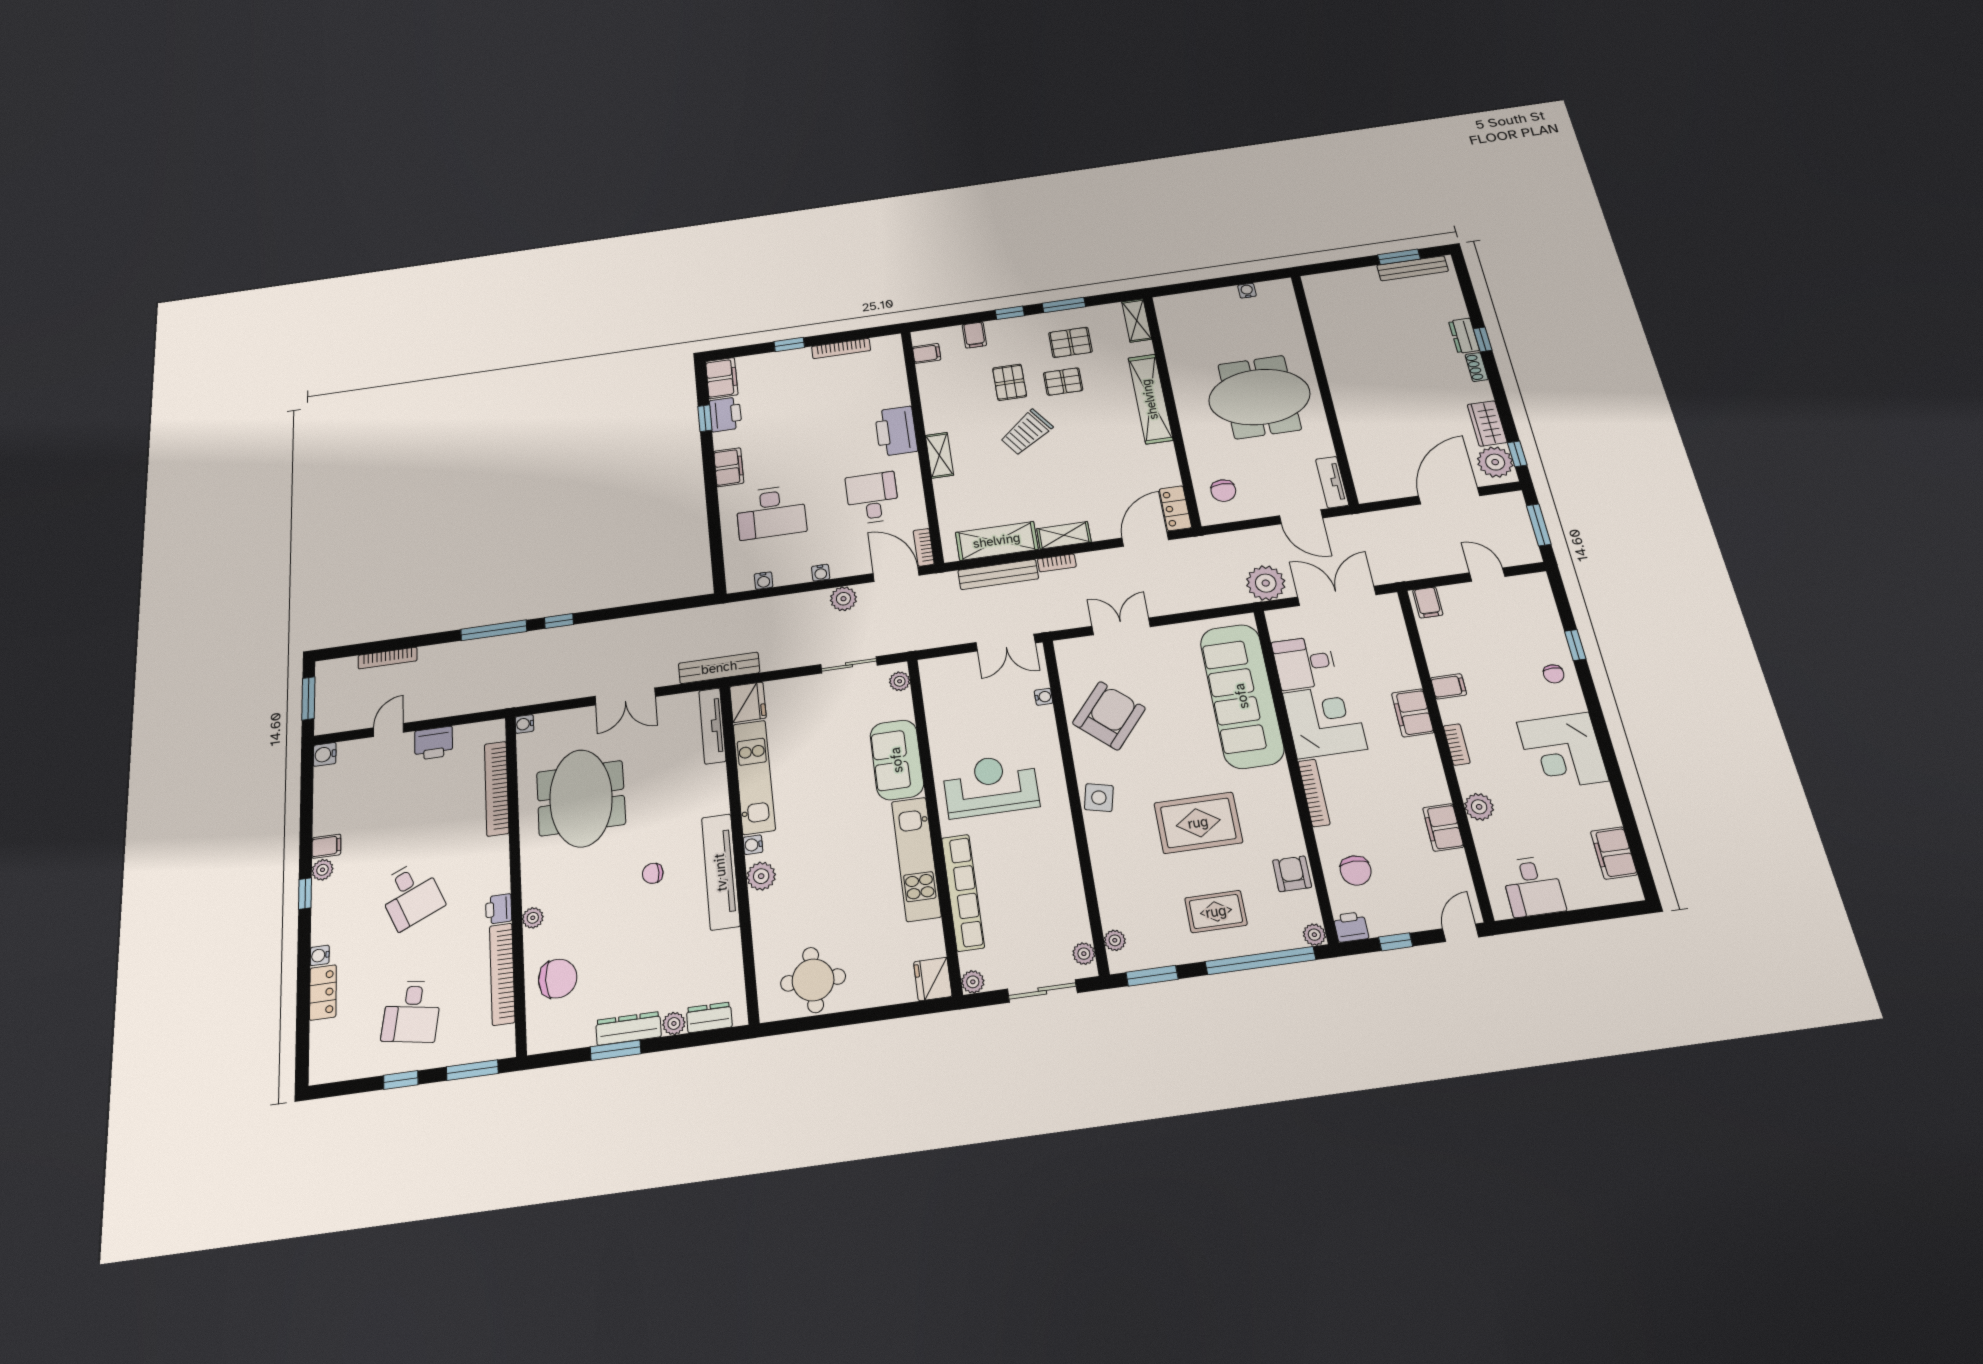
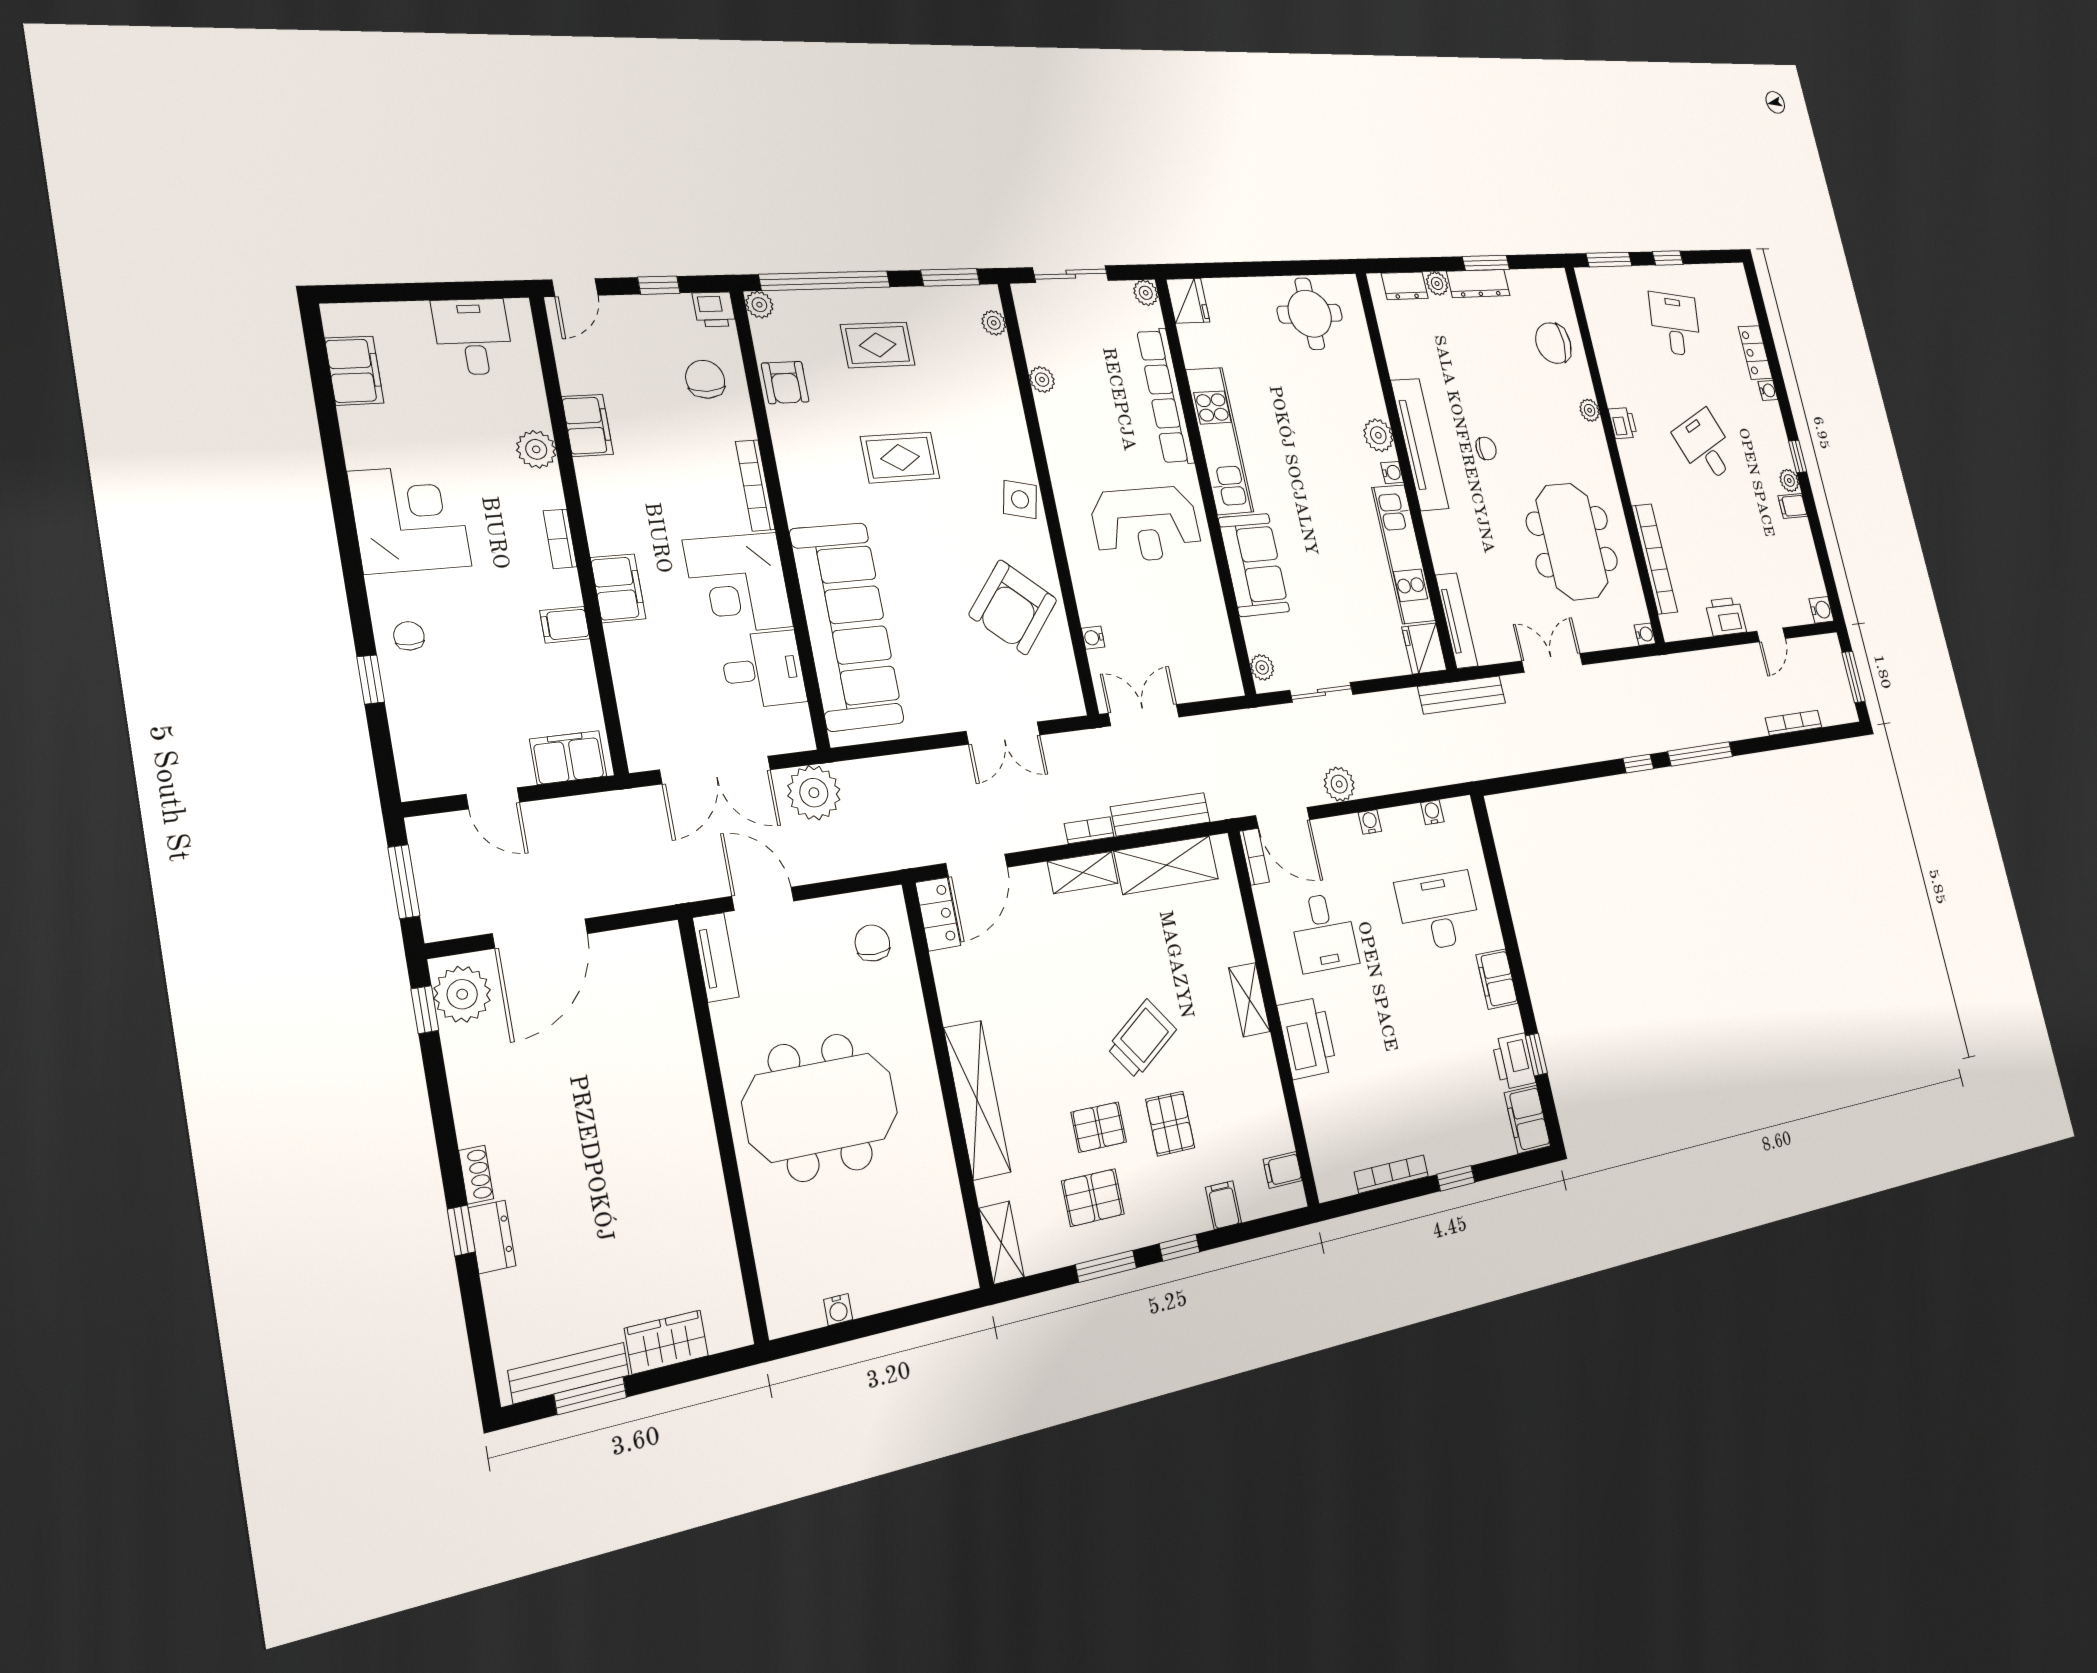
wardrobe: (1487, 423) -> (666, 1342), moved, turned -90
filing cabinet: (1428, 602) -> (568, 758), width x2.00
rug: (1198, 823) -> (900, 458), width x0.73, depth x0.70
plant: (1084, 954) -> (1042, 380), moved
bookcase: (502, 974) -> (1604, 354), removed

